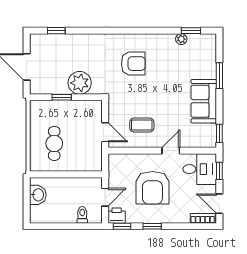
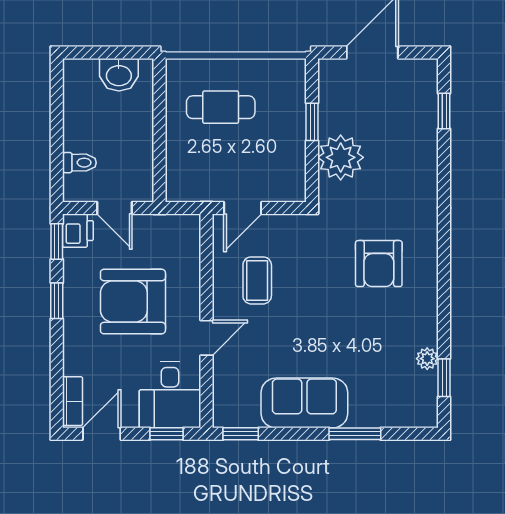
door: (171, 151) -> (206, 338), hinge flipped

